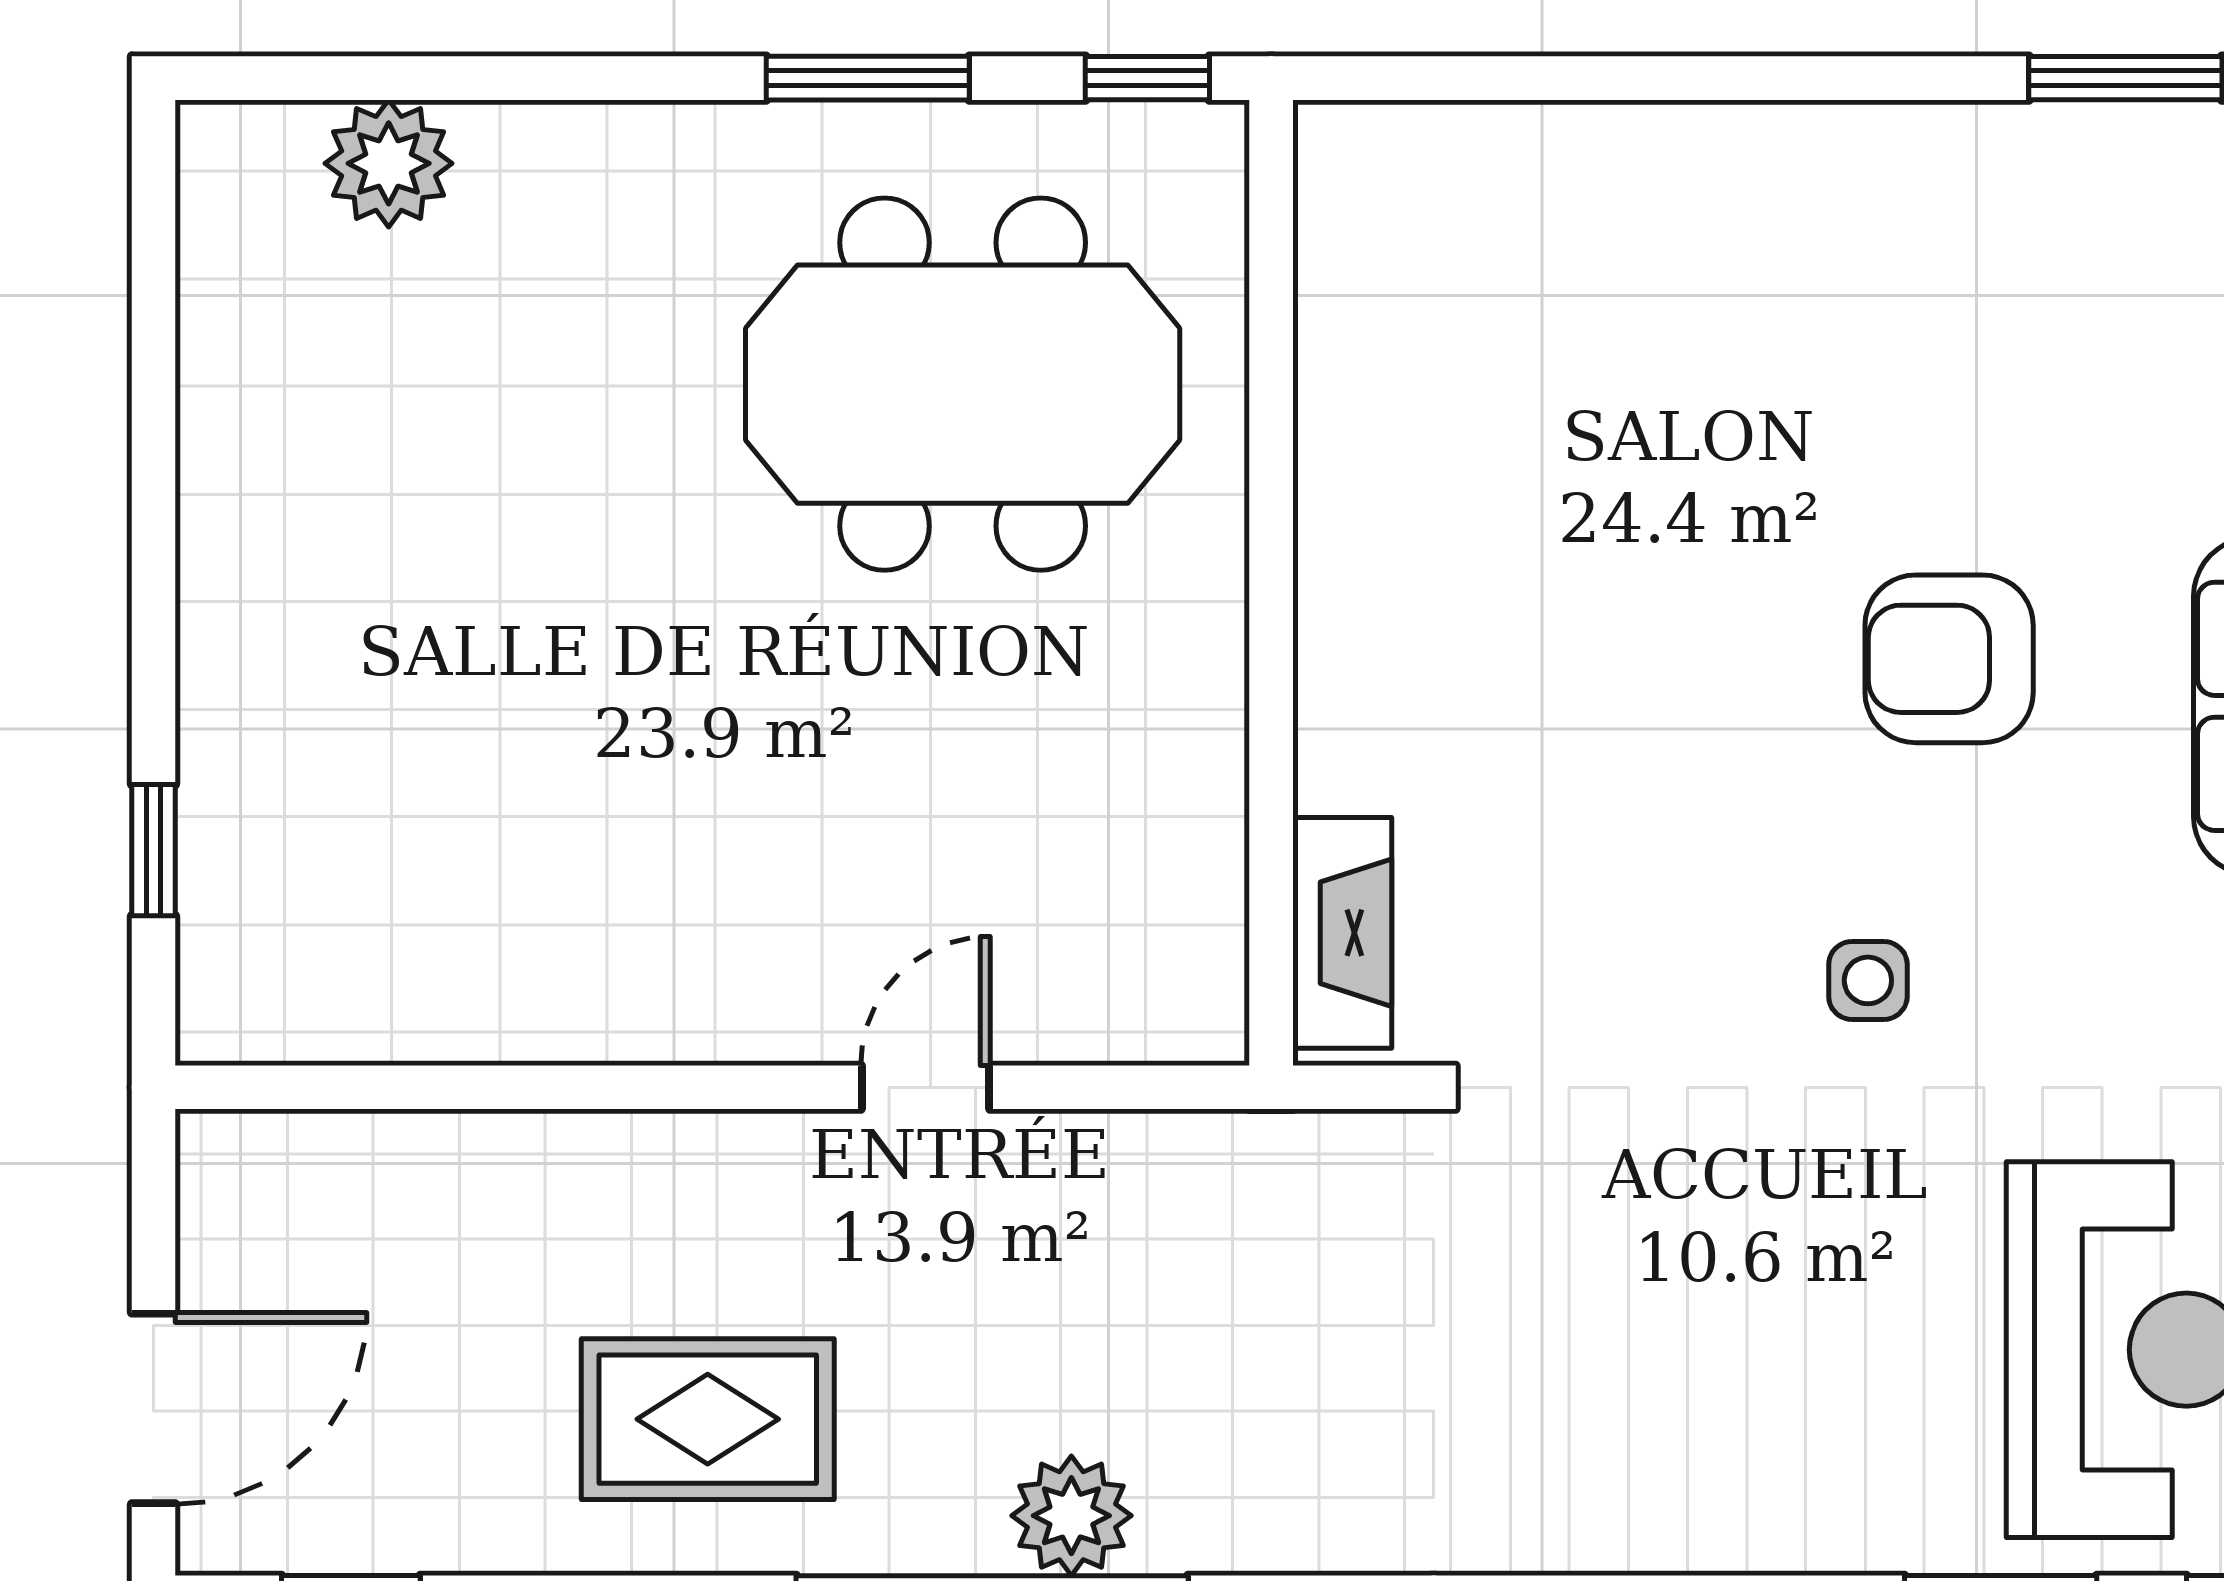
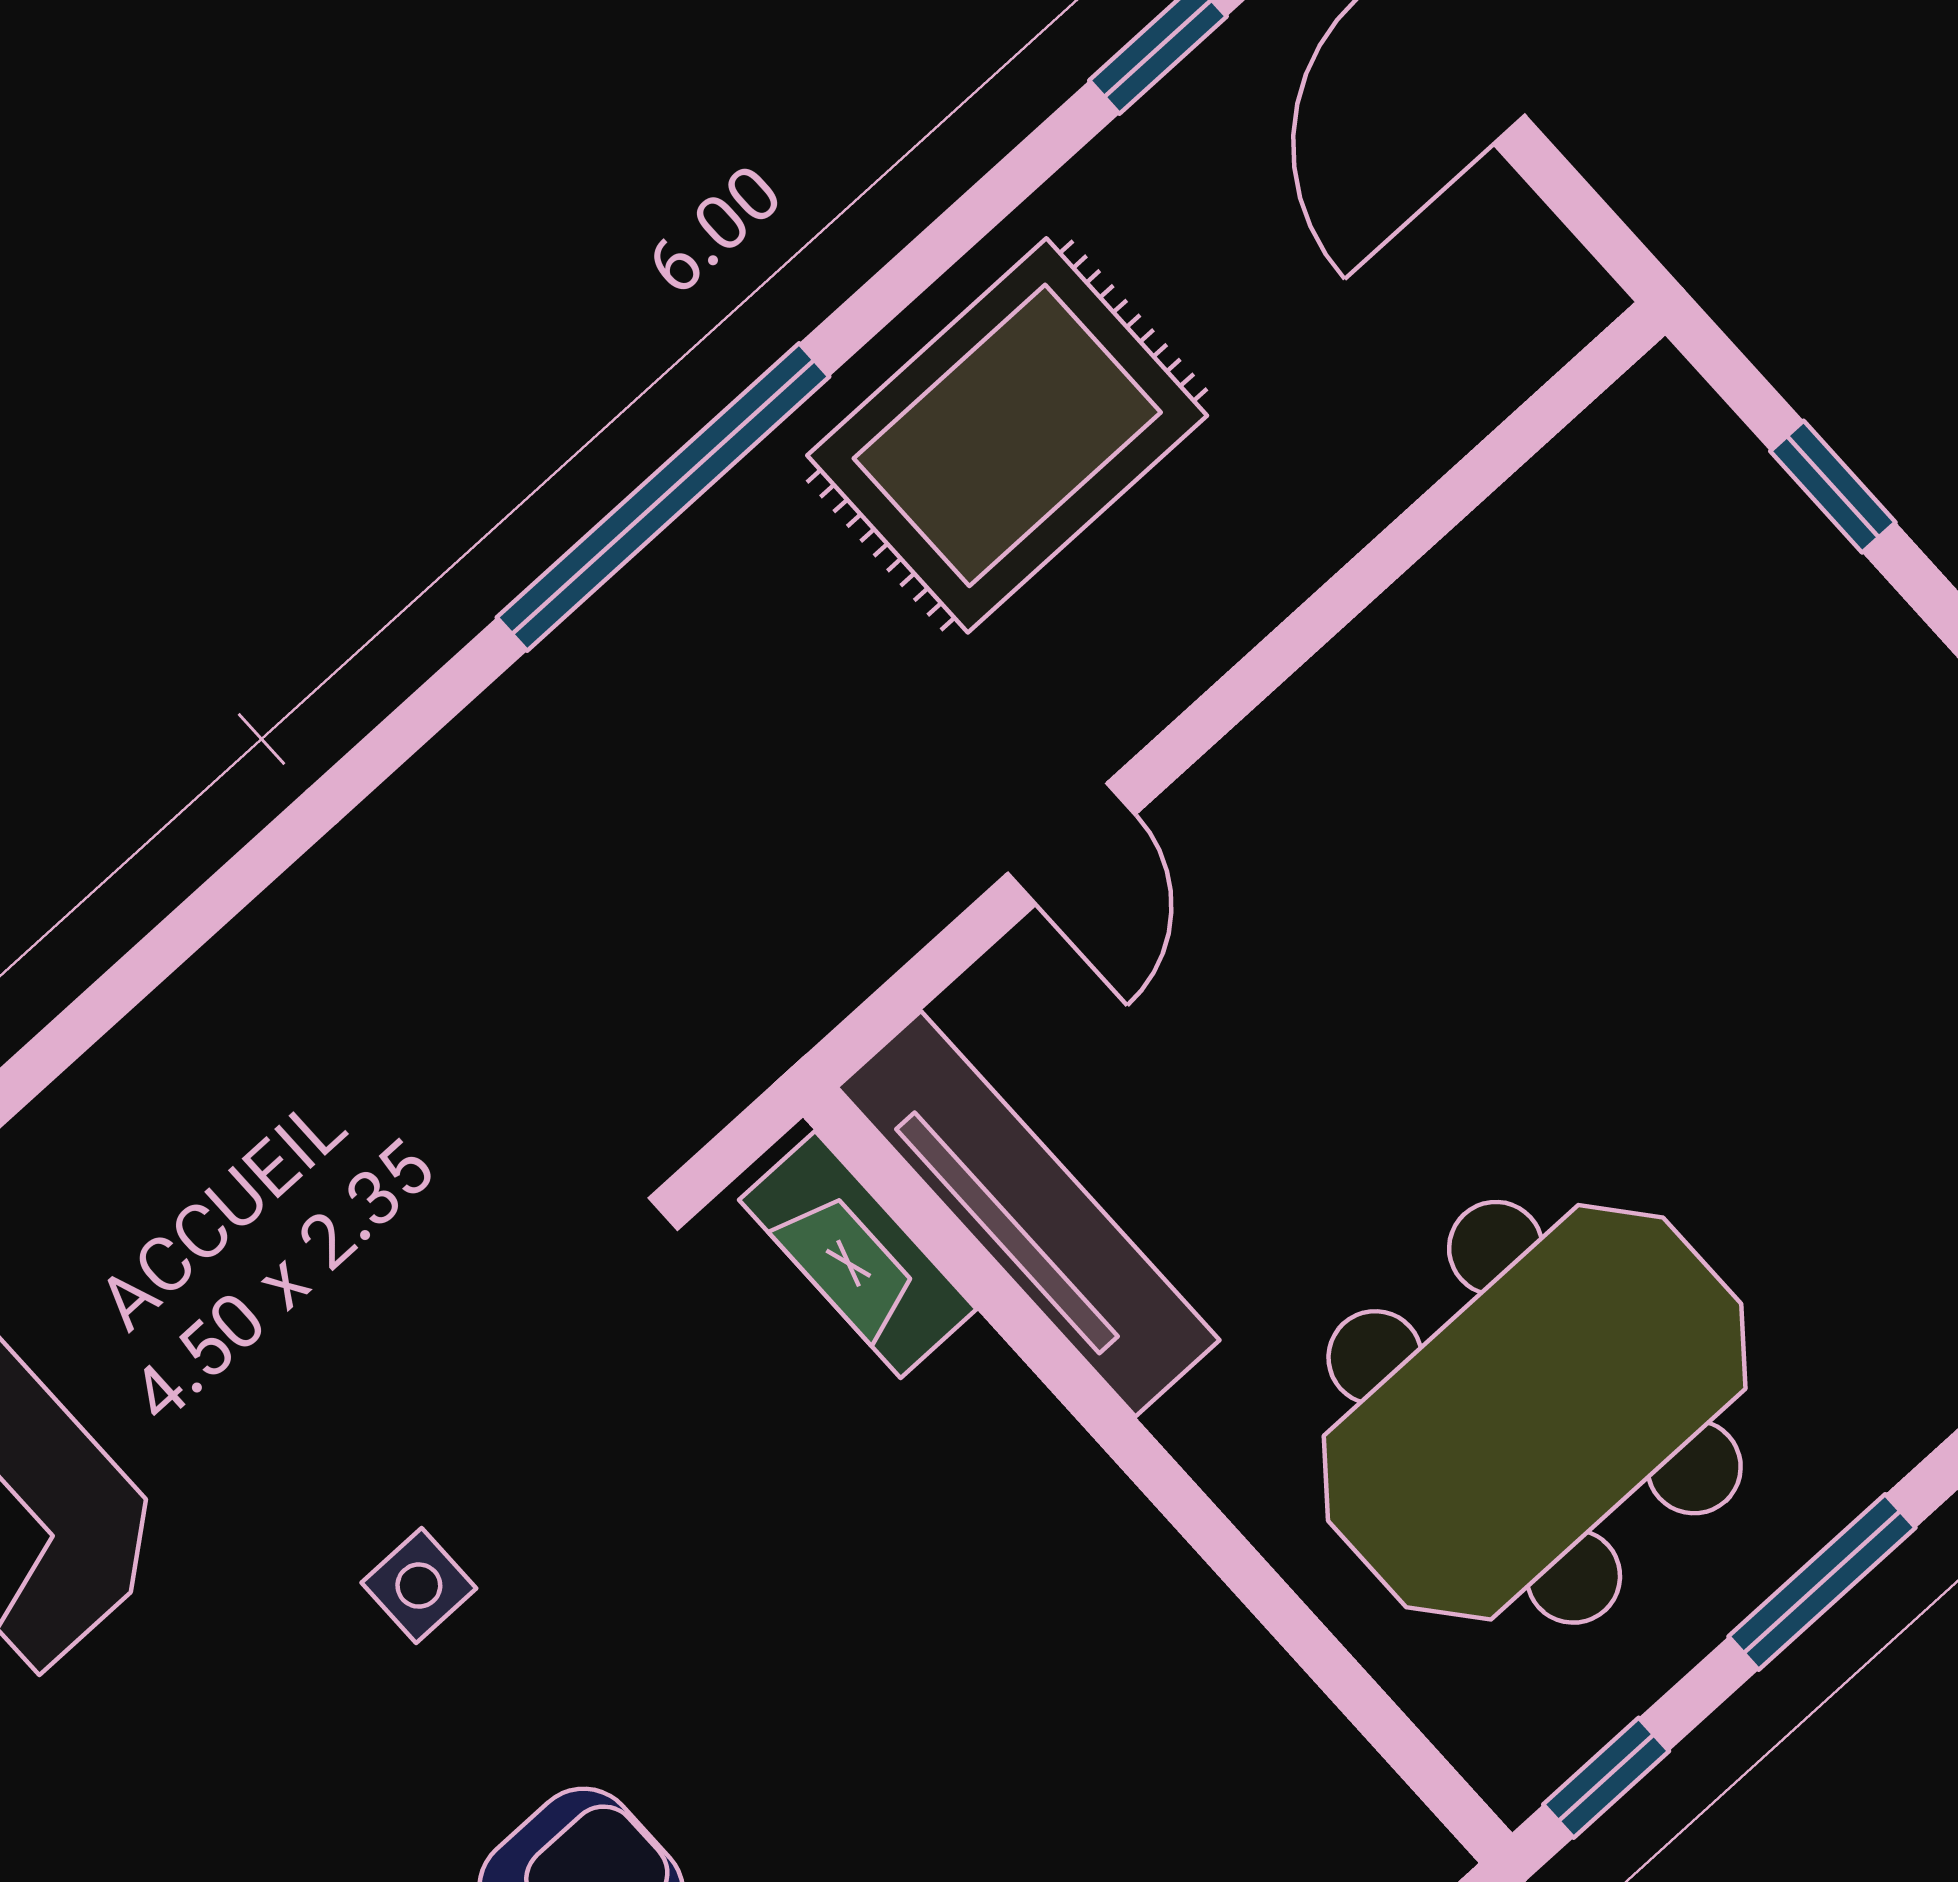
tv unit: (1195, 852) -> (1028, 1214), added
rug: (708, 1419) -> (1007, 435), width x1.36, depth x1.43
plant: (1071, 1516) -> (659, 615), removed

